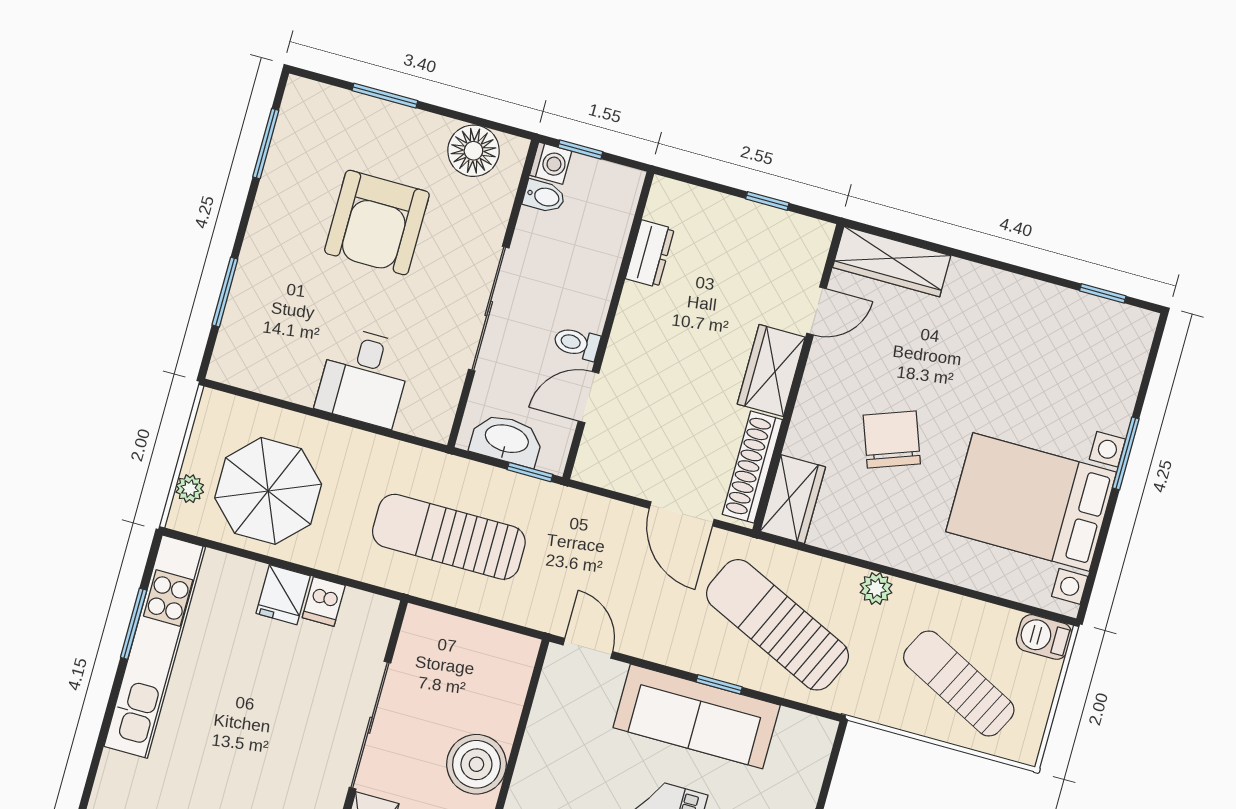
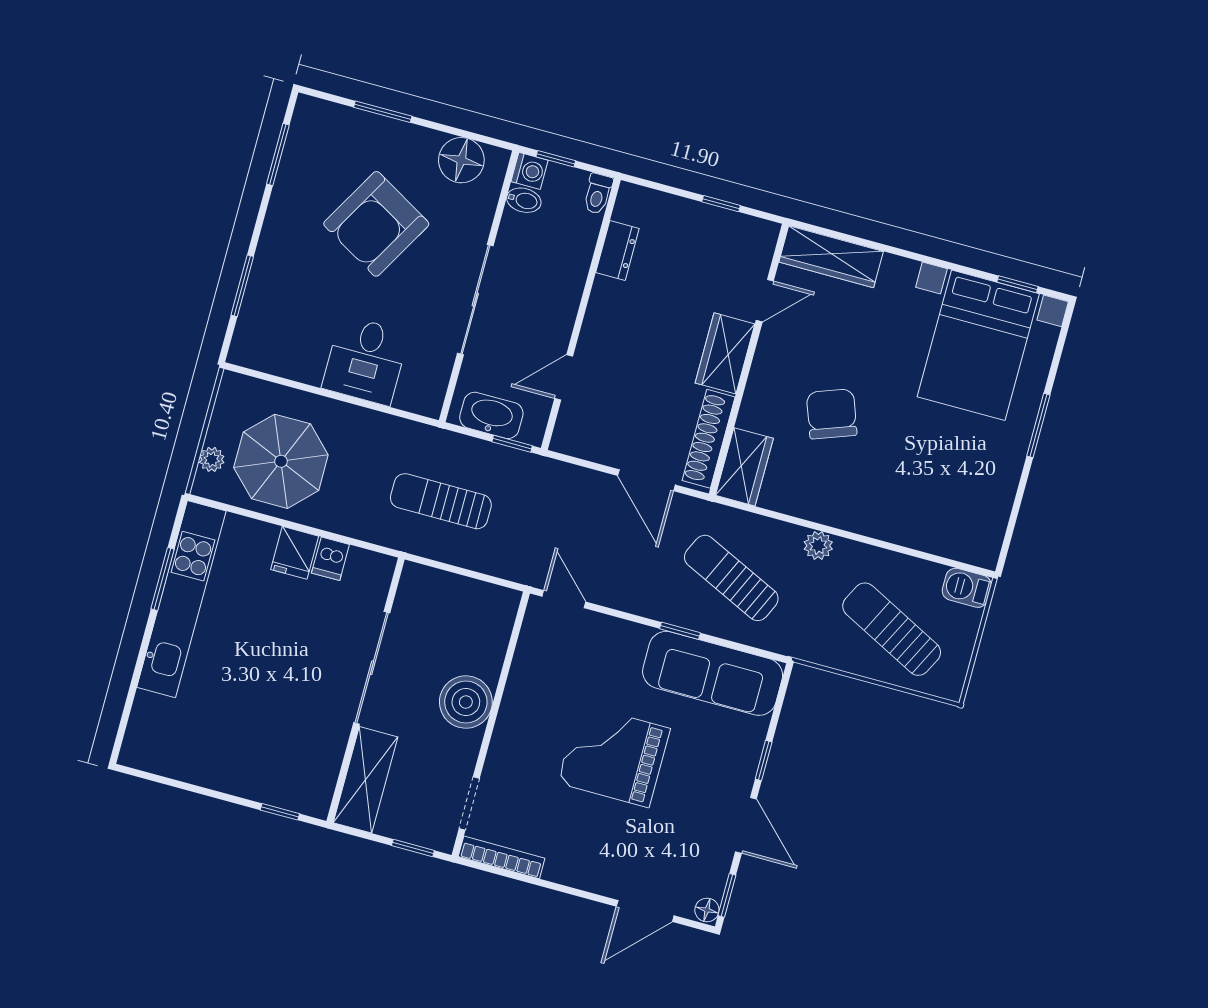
armchair: (377, 223) -> (376, 224), turned 30
toilet: (577, 343) -> (598, 194), moved, turned -90
bed with nightstands: (1031, 502) -> (978, 345), moved, turned -90
sun lounger: (449, 537) -> (441, 501), width x0.73, depth x0.75
sun lounger: (777, 625) -> (731, 578), width x0.73, depth x0.75
sofa: (697, 716) -> (713, 673), moved

